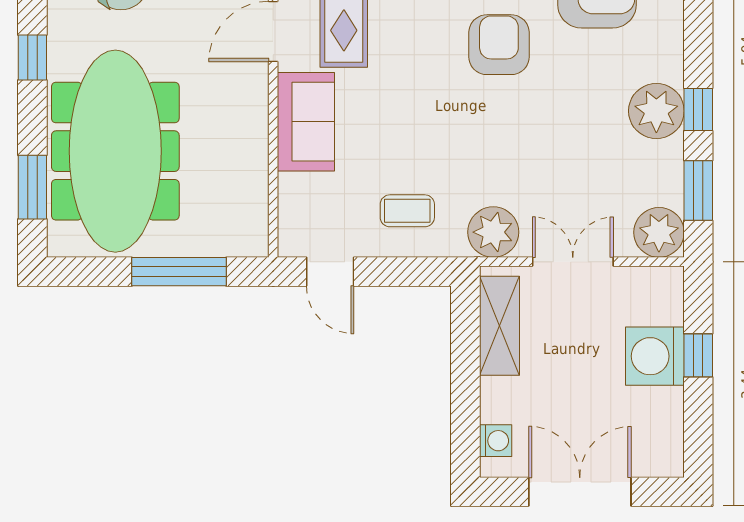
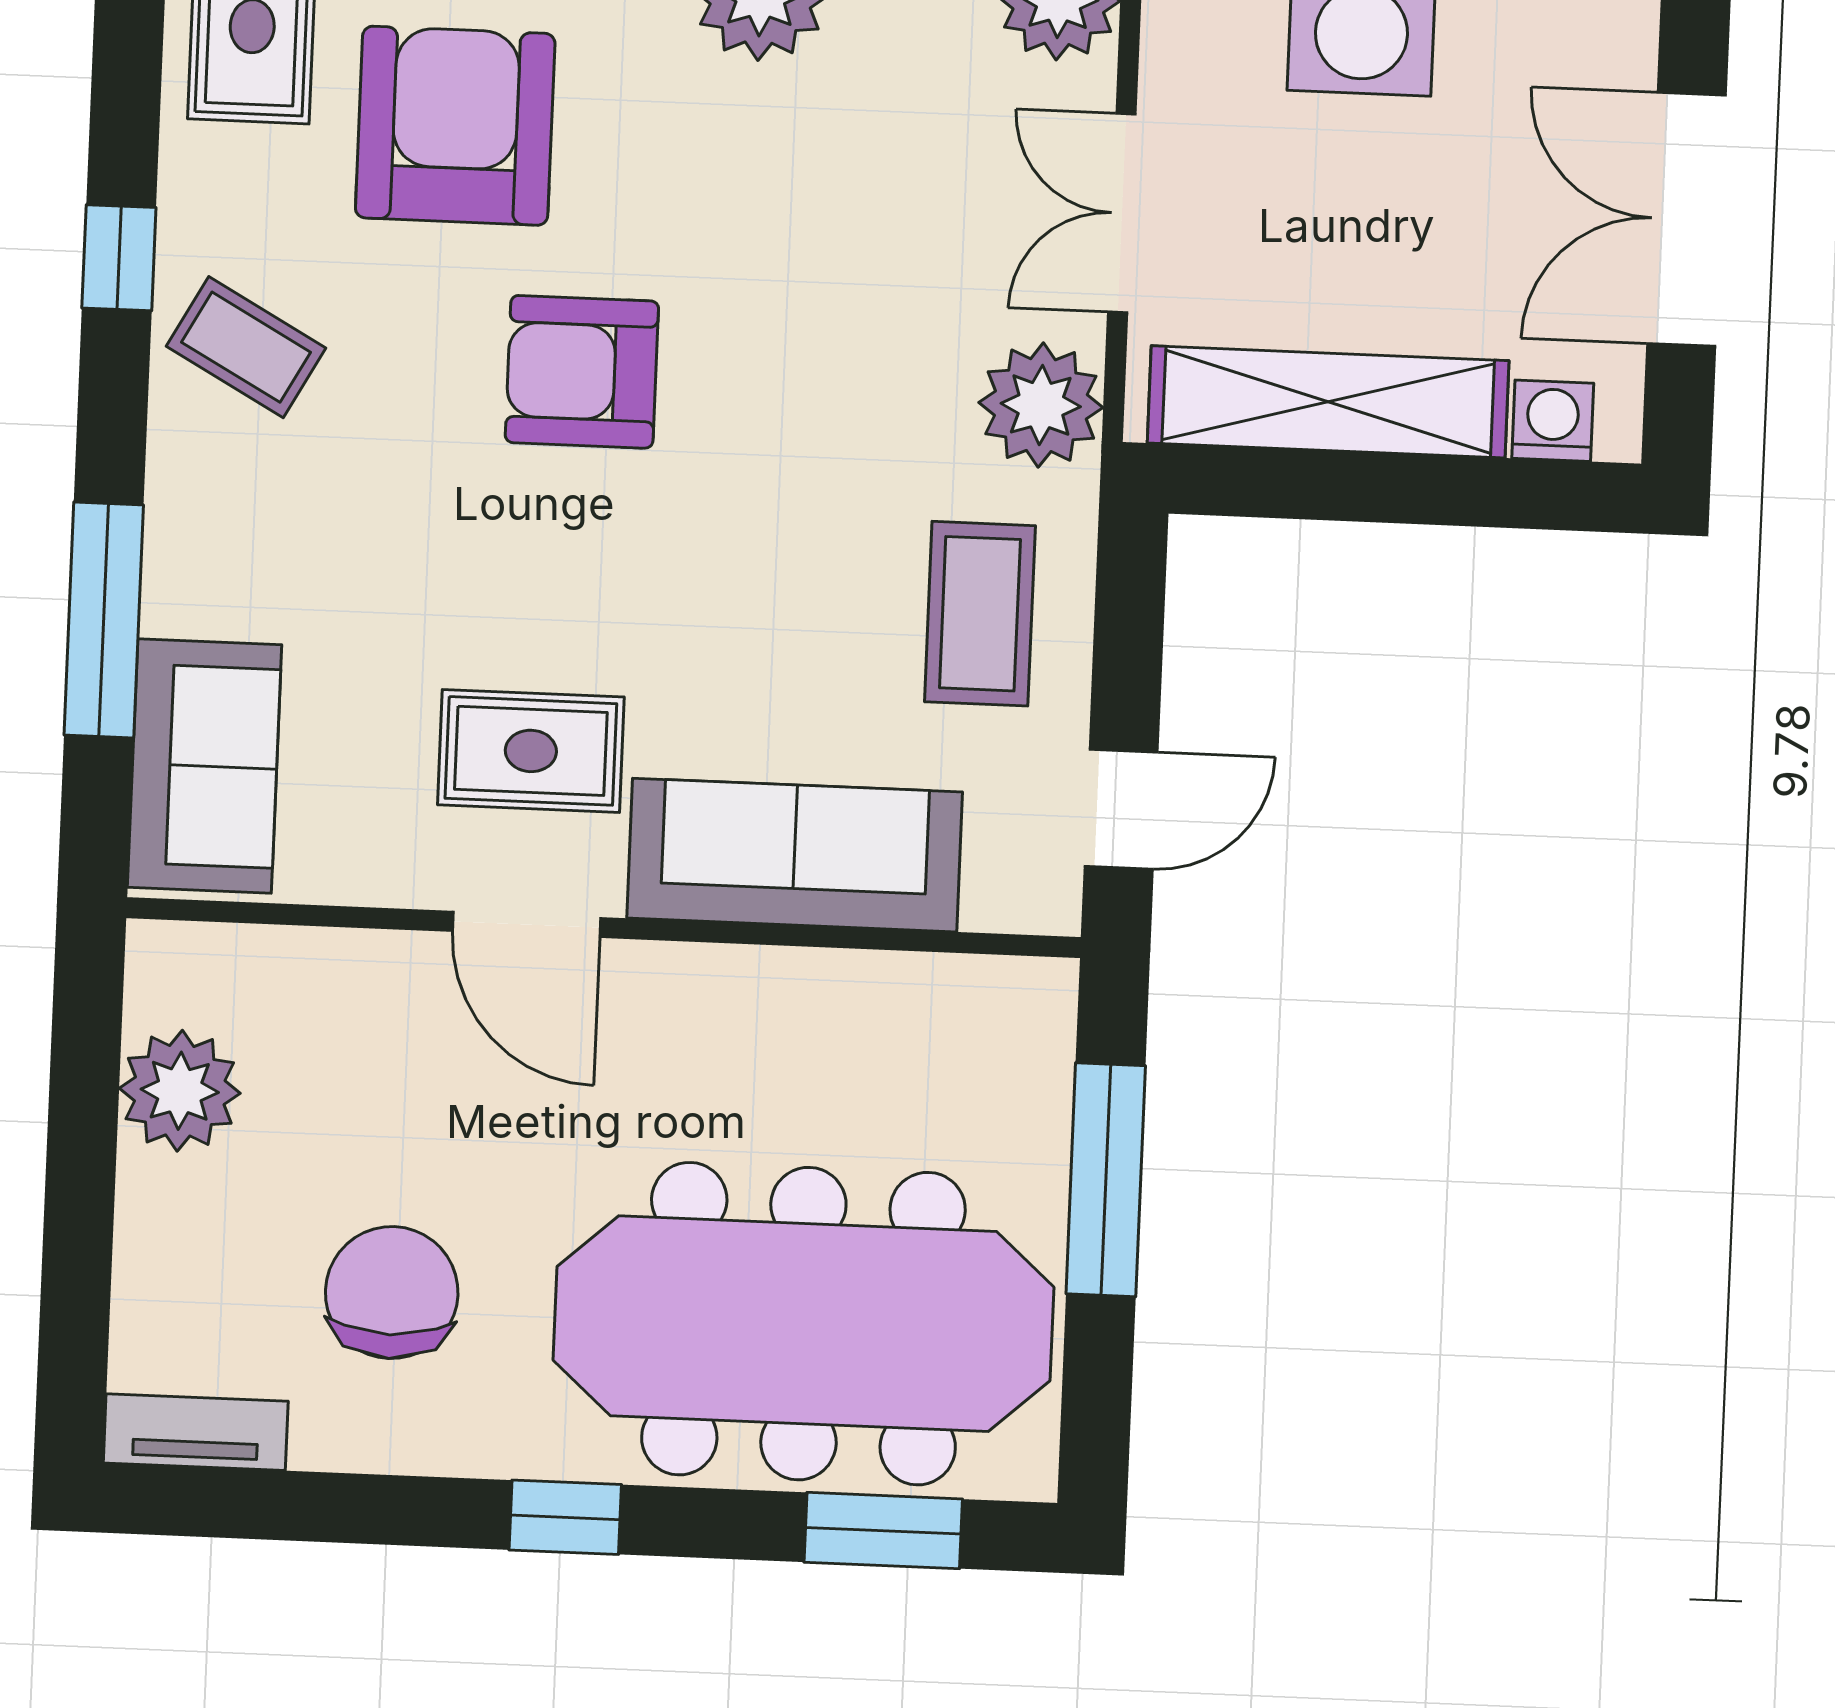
sofa: (306, 122) -> (795, 855), width x1.36
coffee table: (407, 211) -> (980, 614), width x1.36, depth x1.30
shelving: (499, 326) -> (1328, 402), width x1.47

